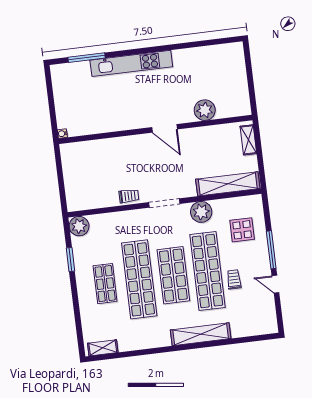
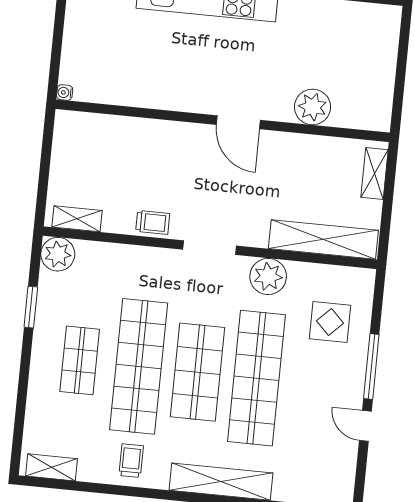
shelving: (85, 204) -> (77, 219), added
trolley: (234, 279) -> (131, 461), moved

